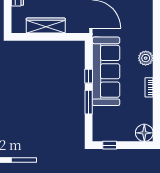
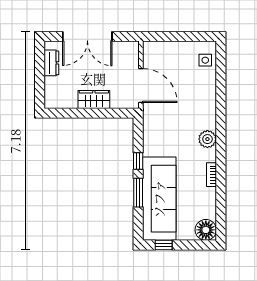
wardrobe: (46, 26) -> (94, 99), width x0.67
sofa: (106, 71) -> (159, 199), moved

